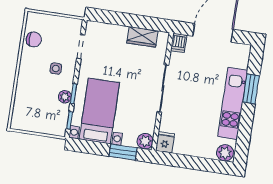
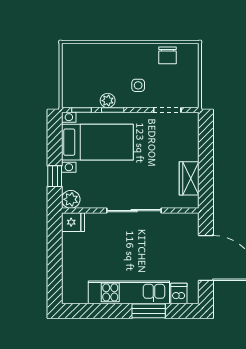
dishwasher: (179, 43) -> (179, 294), moved, turned 90
window: (123, 152) -> (55, 176), width x0.67
plant: (225, 153) -> (71, 292), removed

